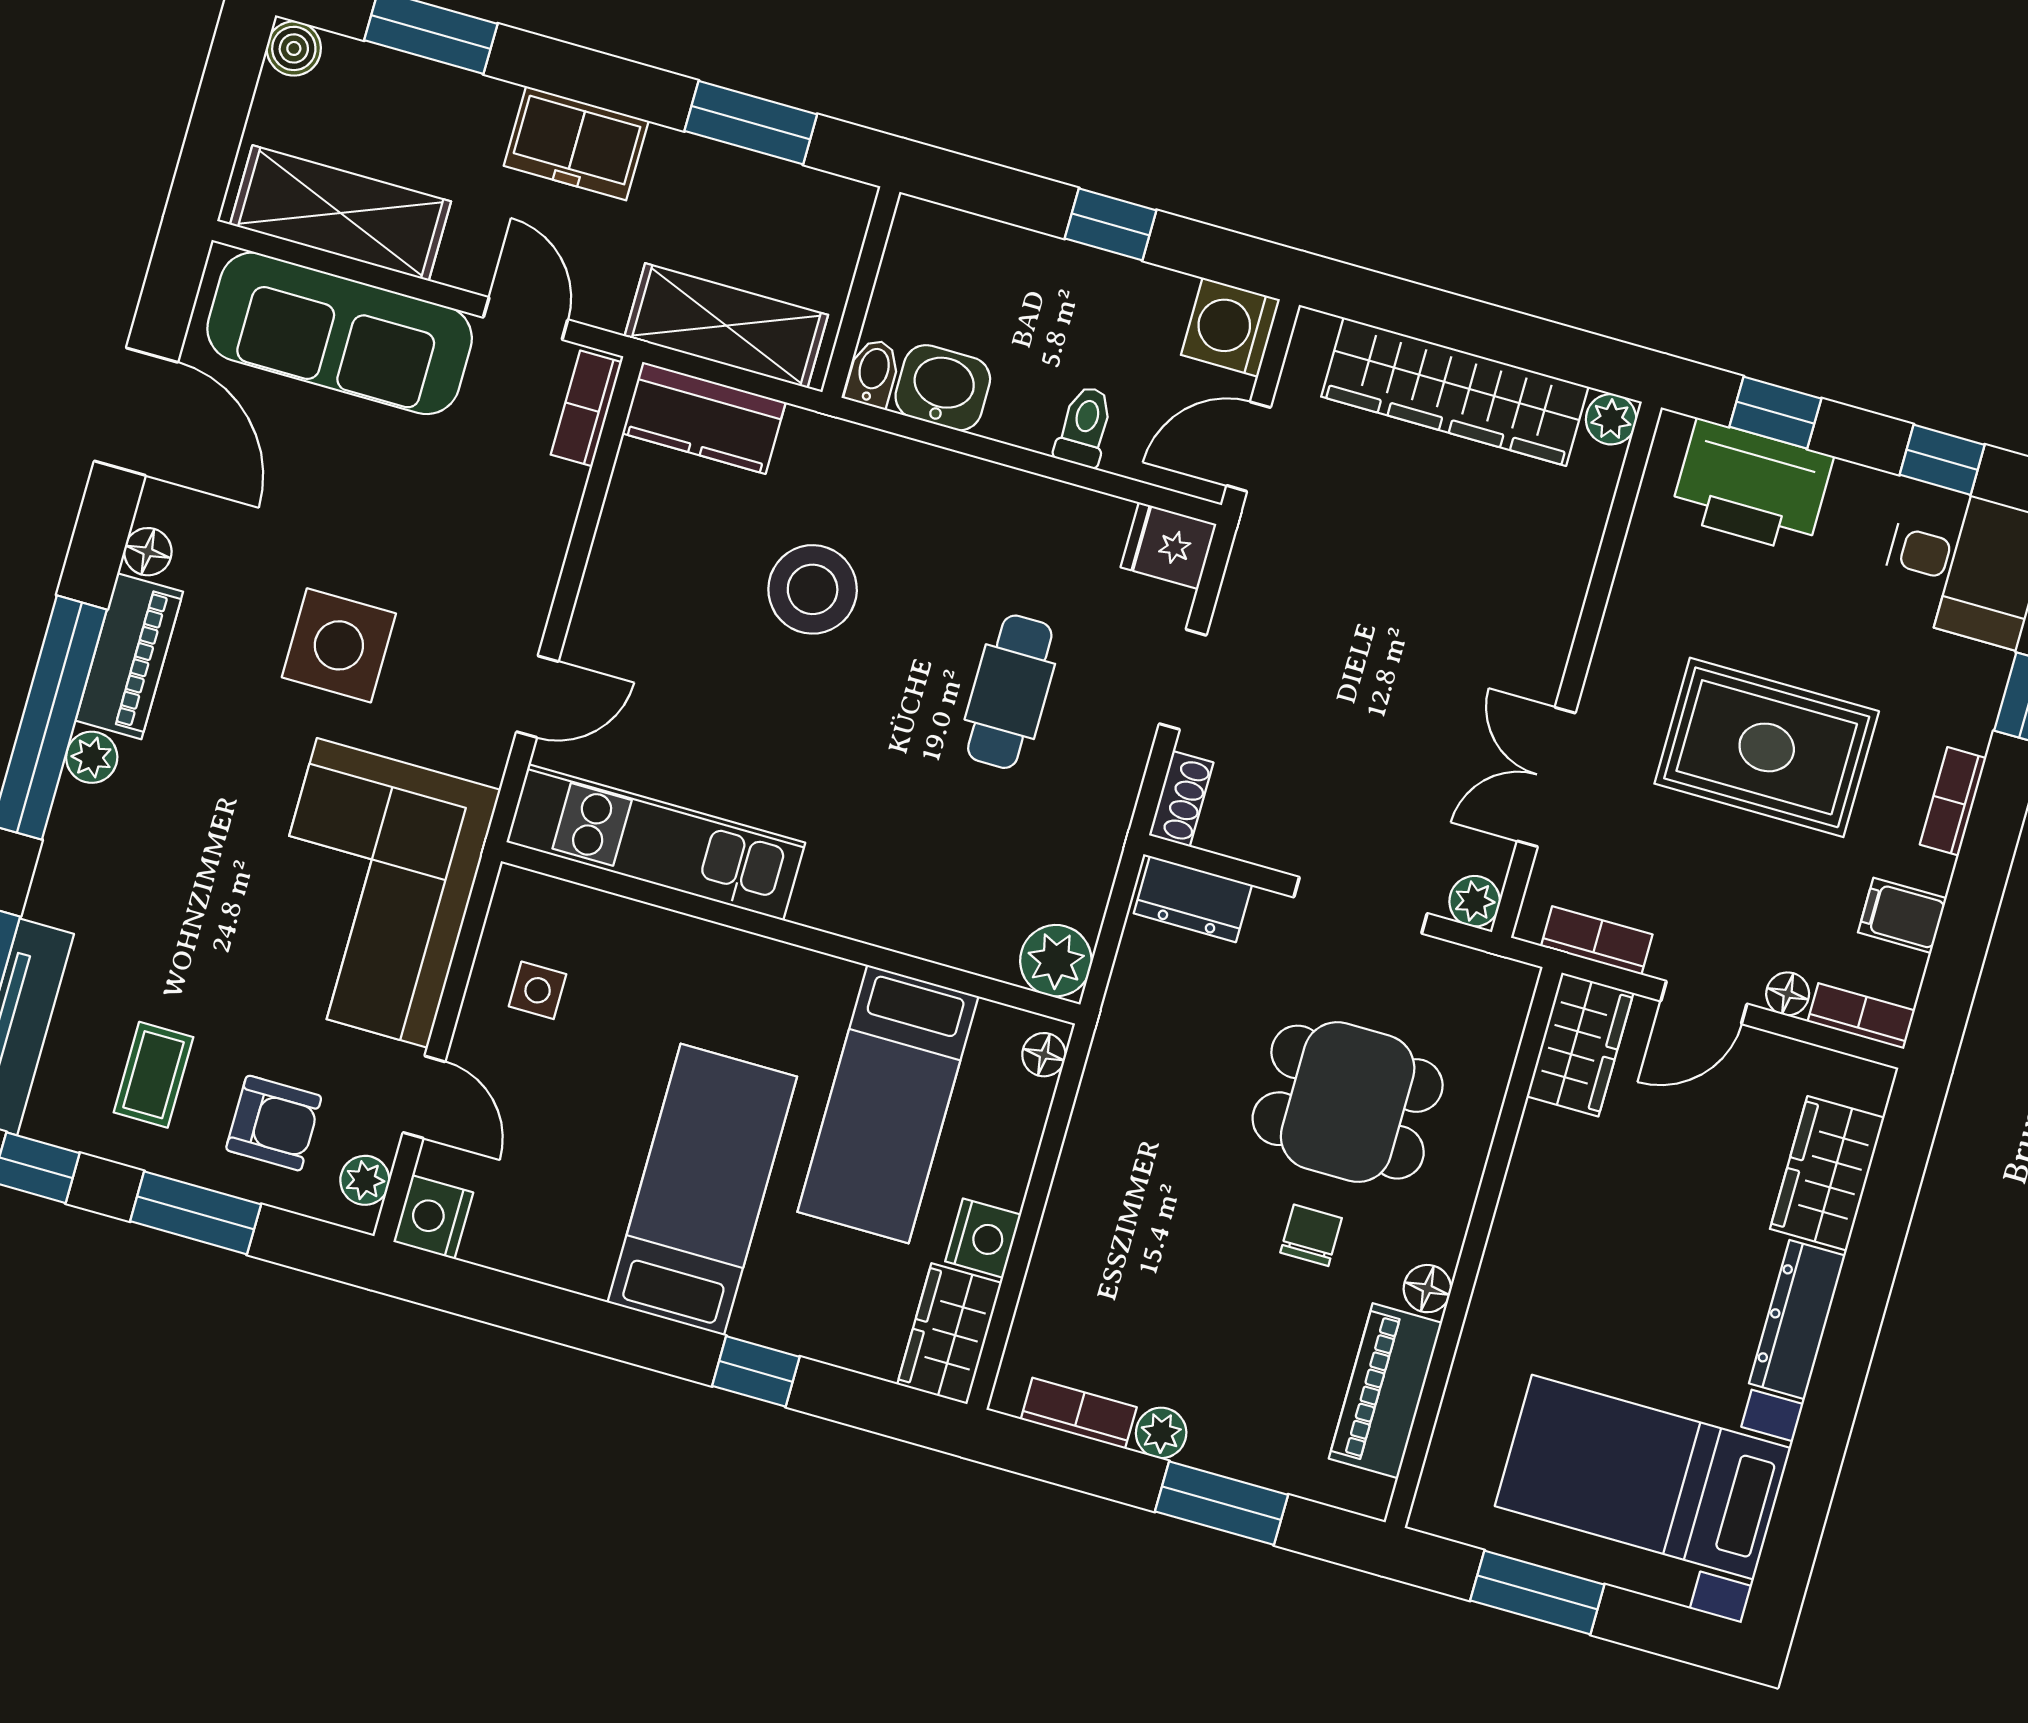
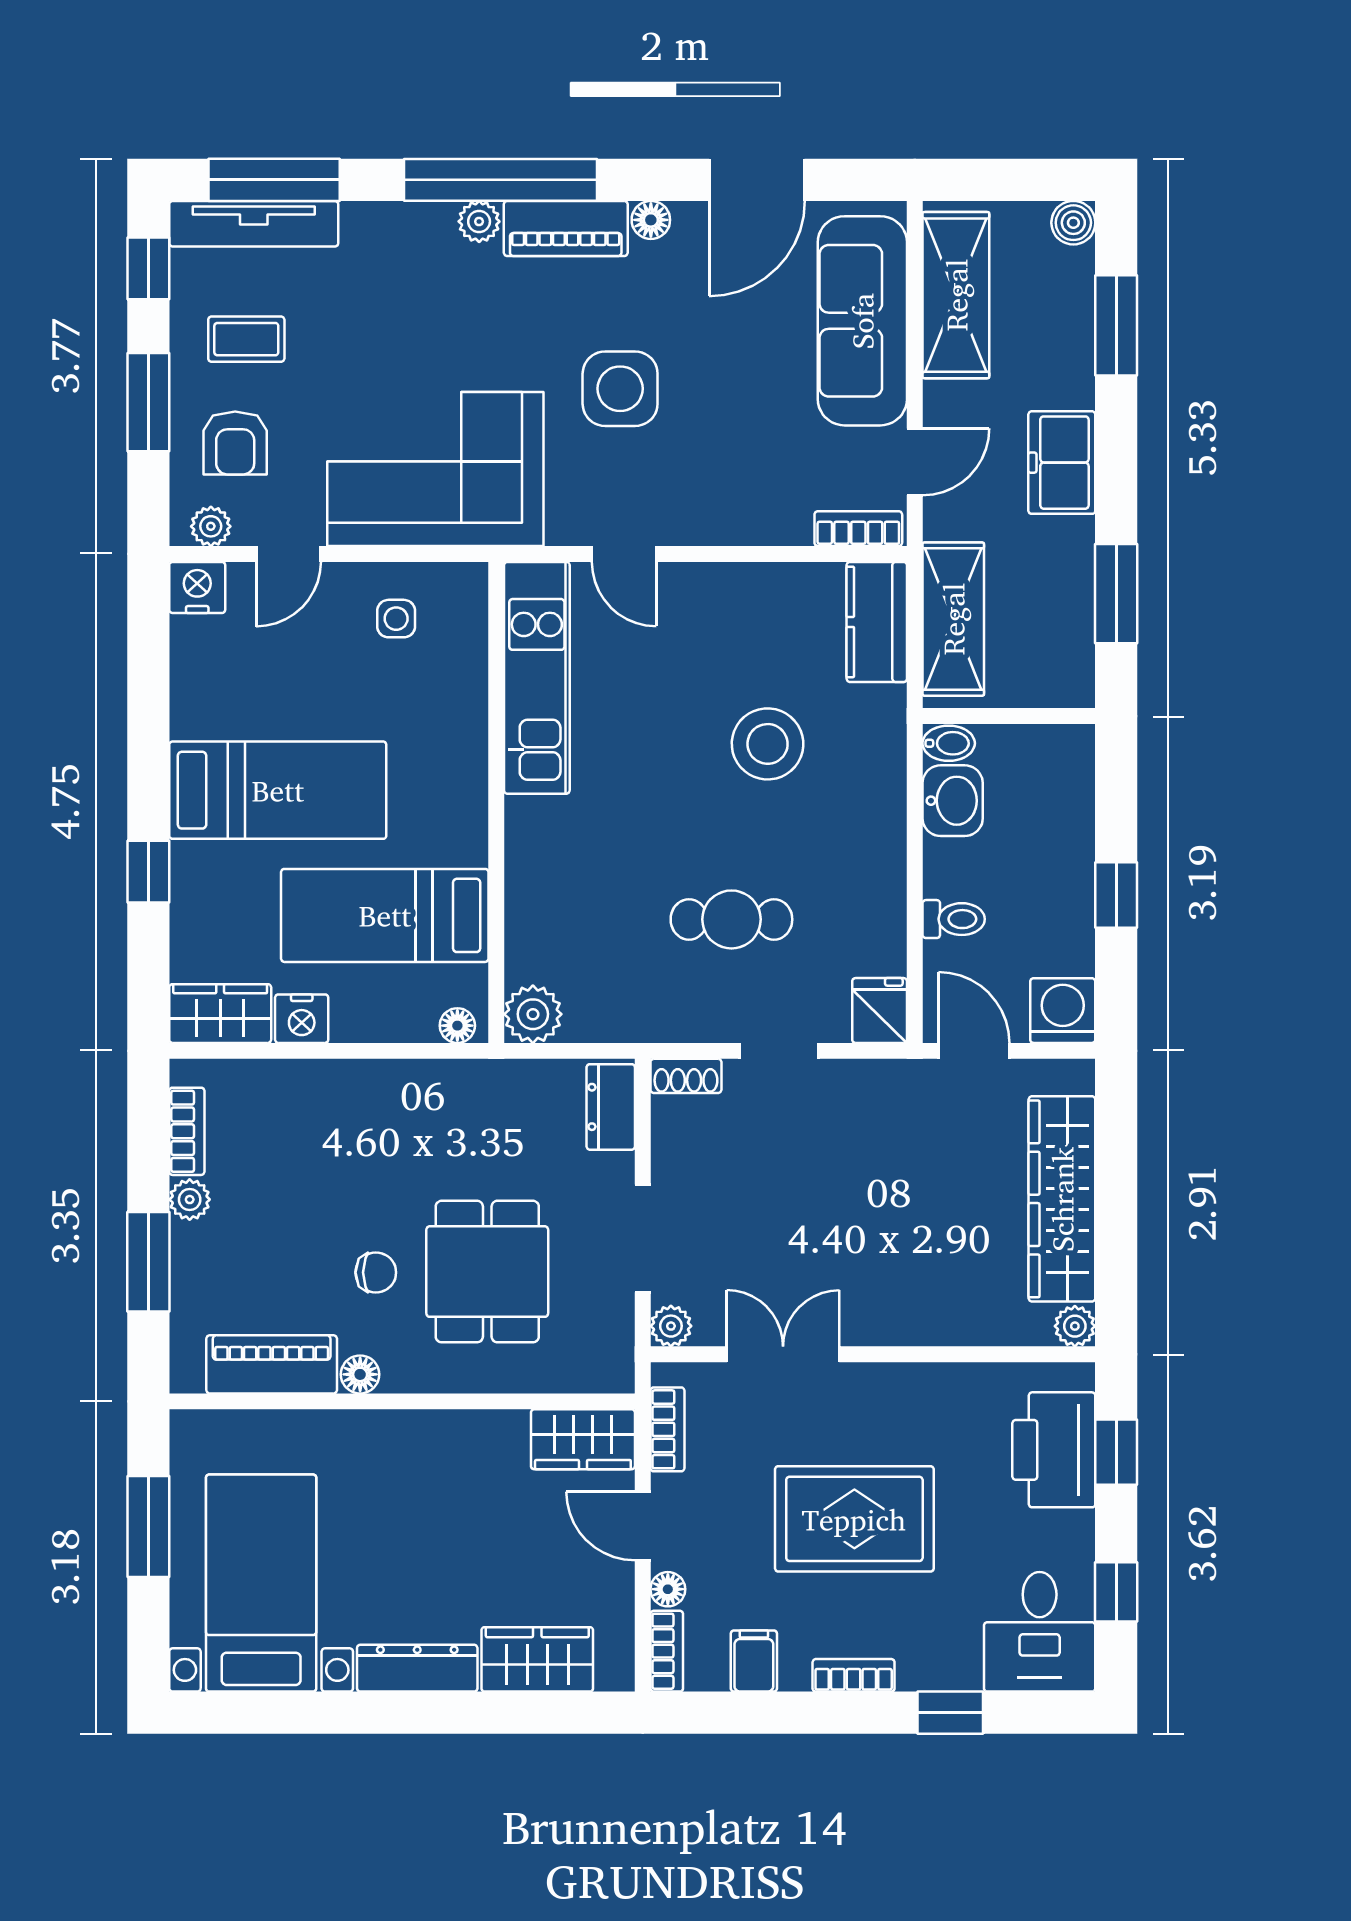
rug: (1767, 747) -> (854, 1519), turned 90

